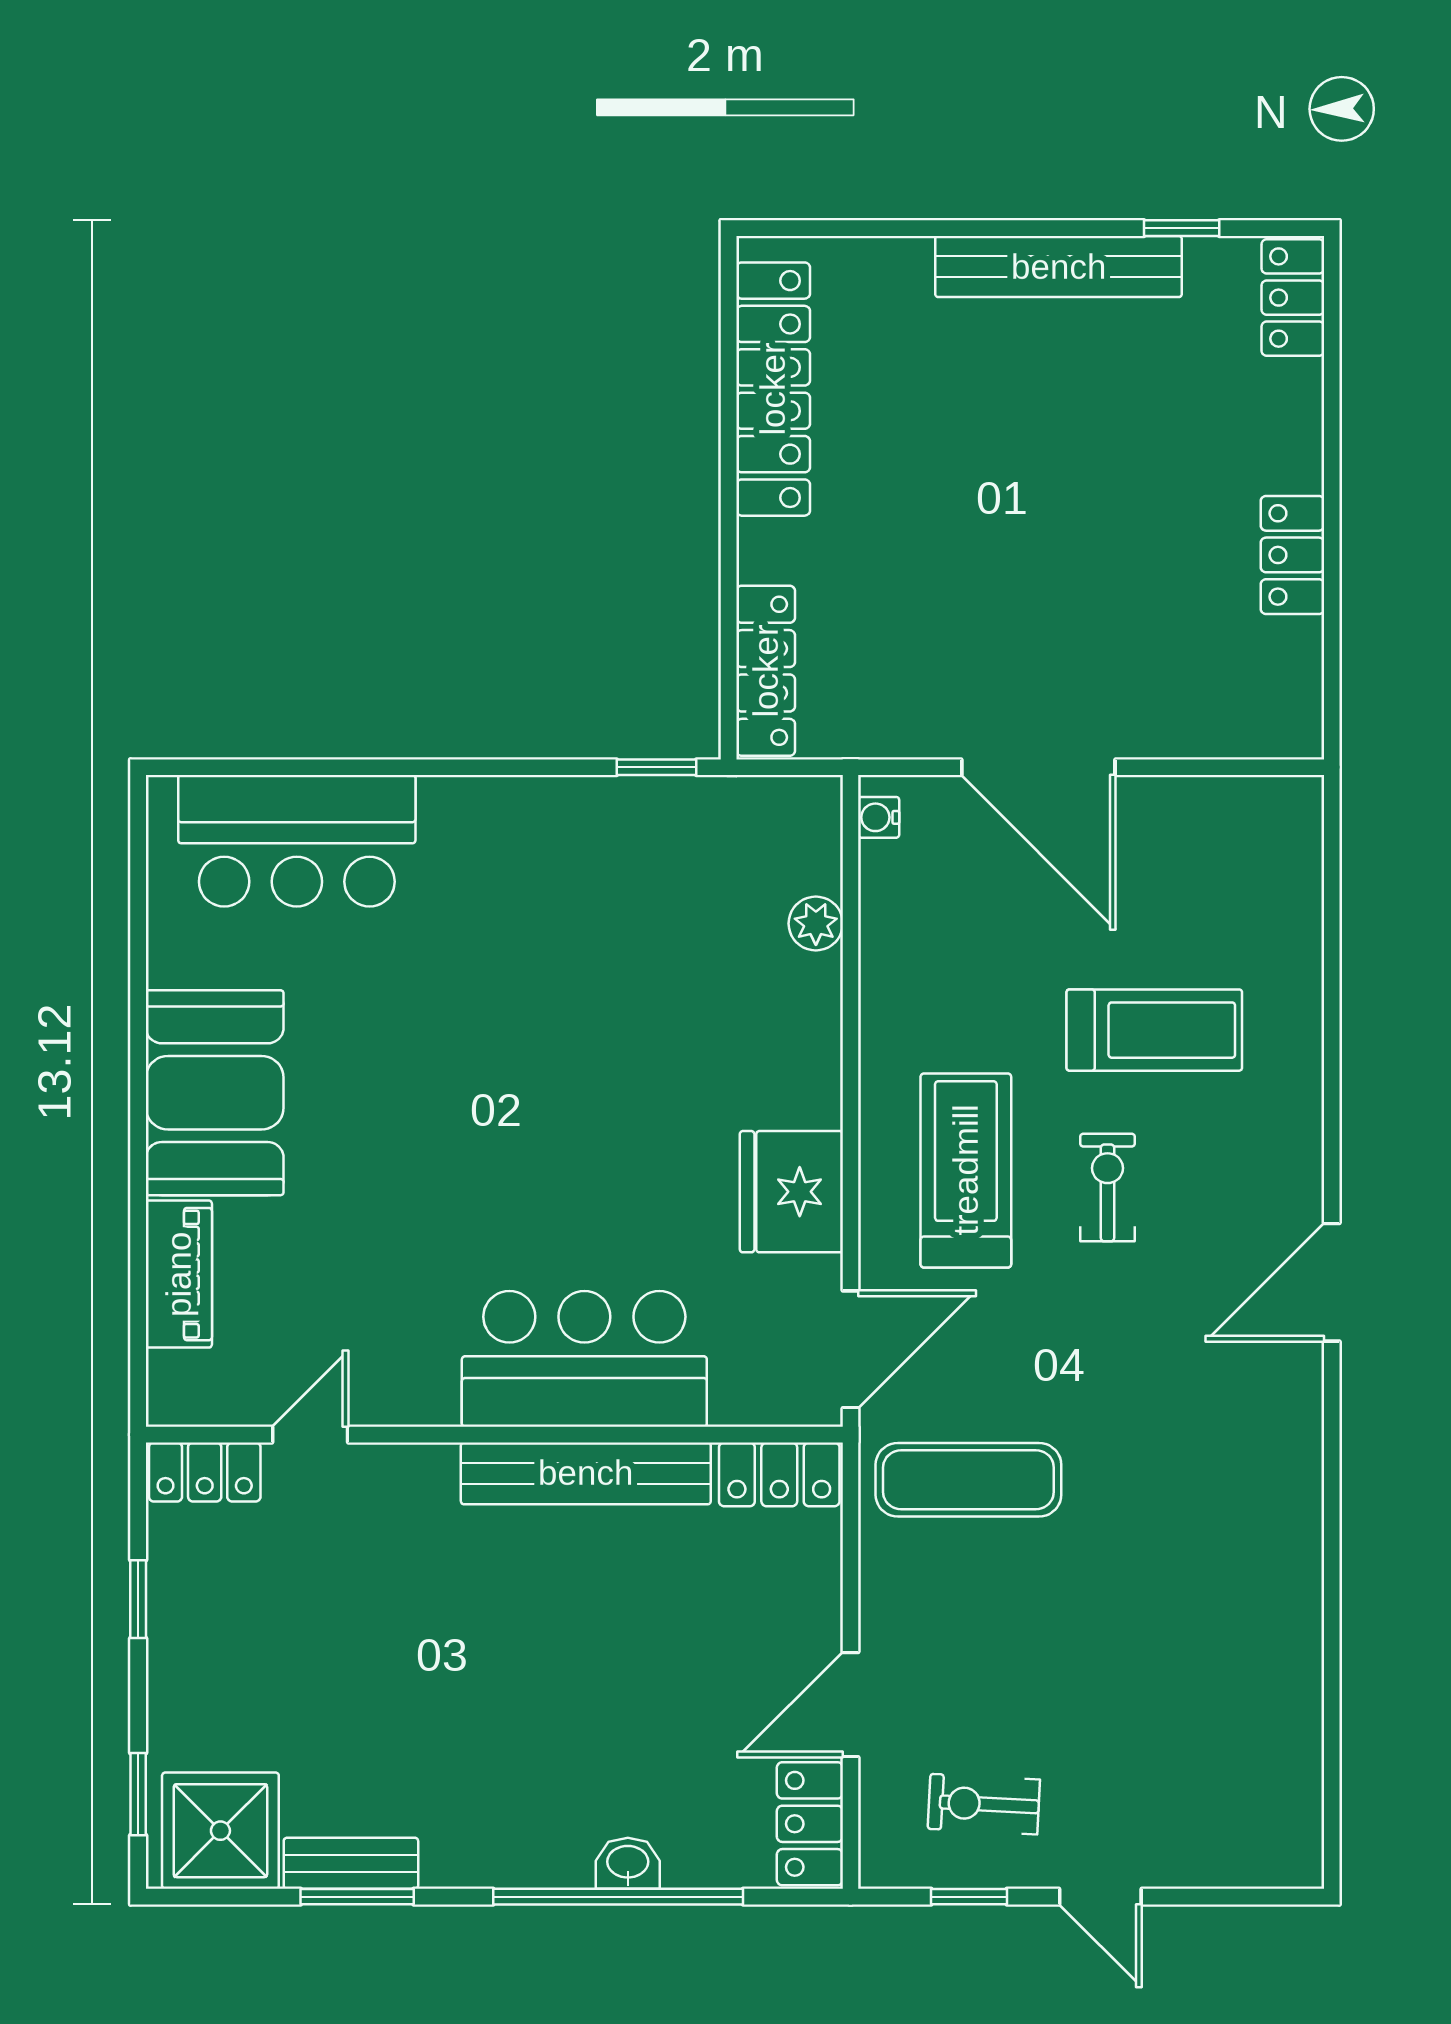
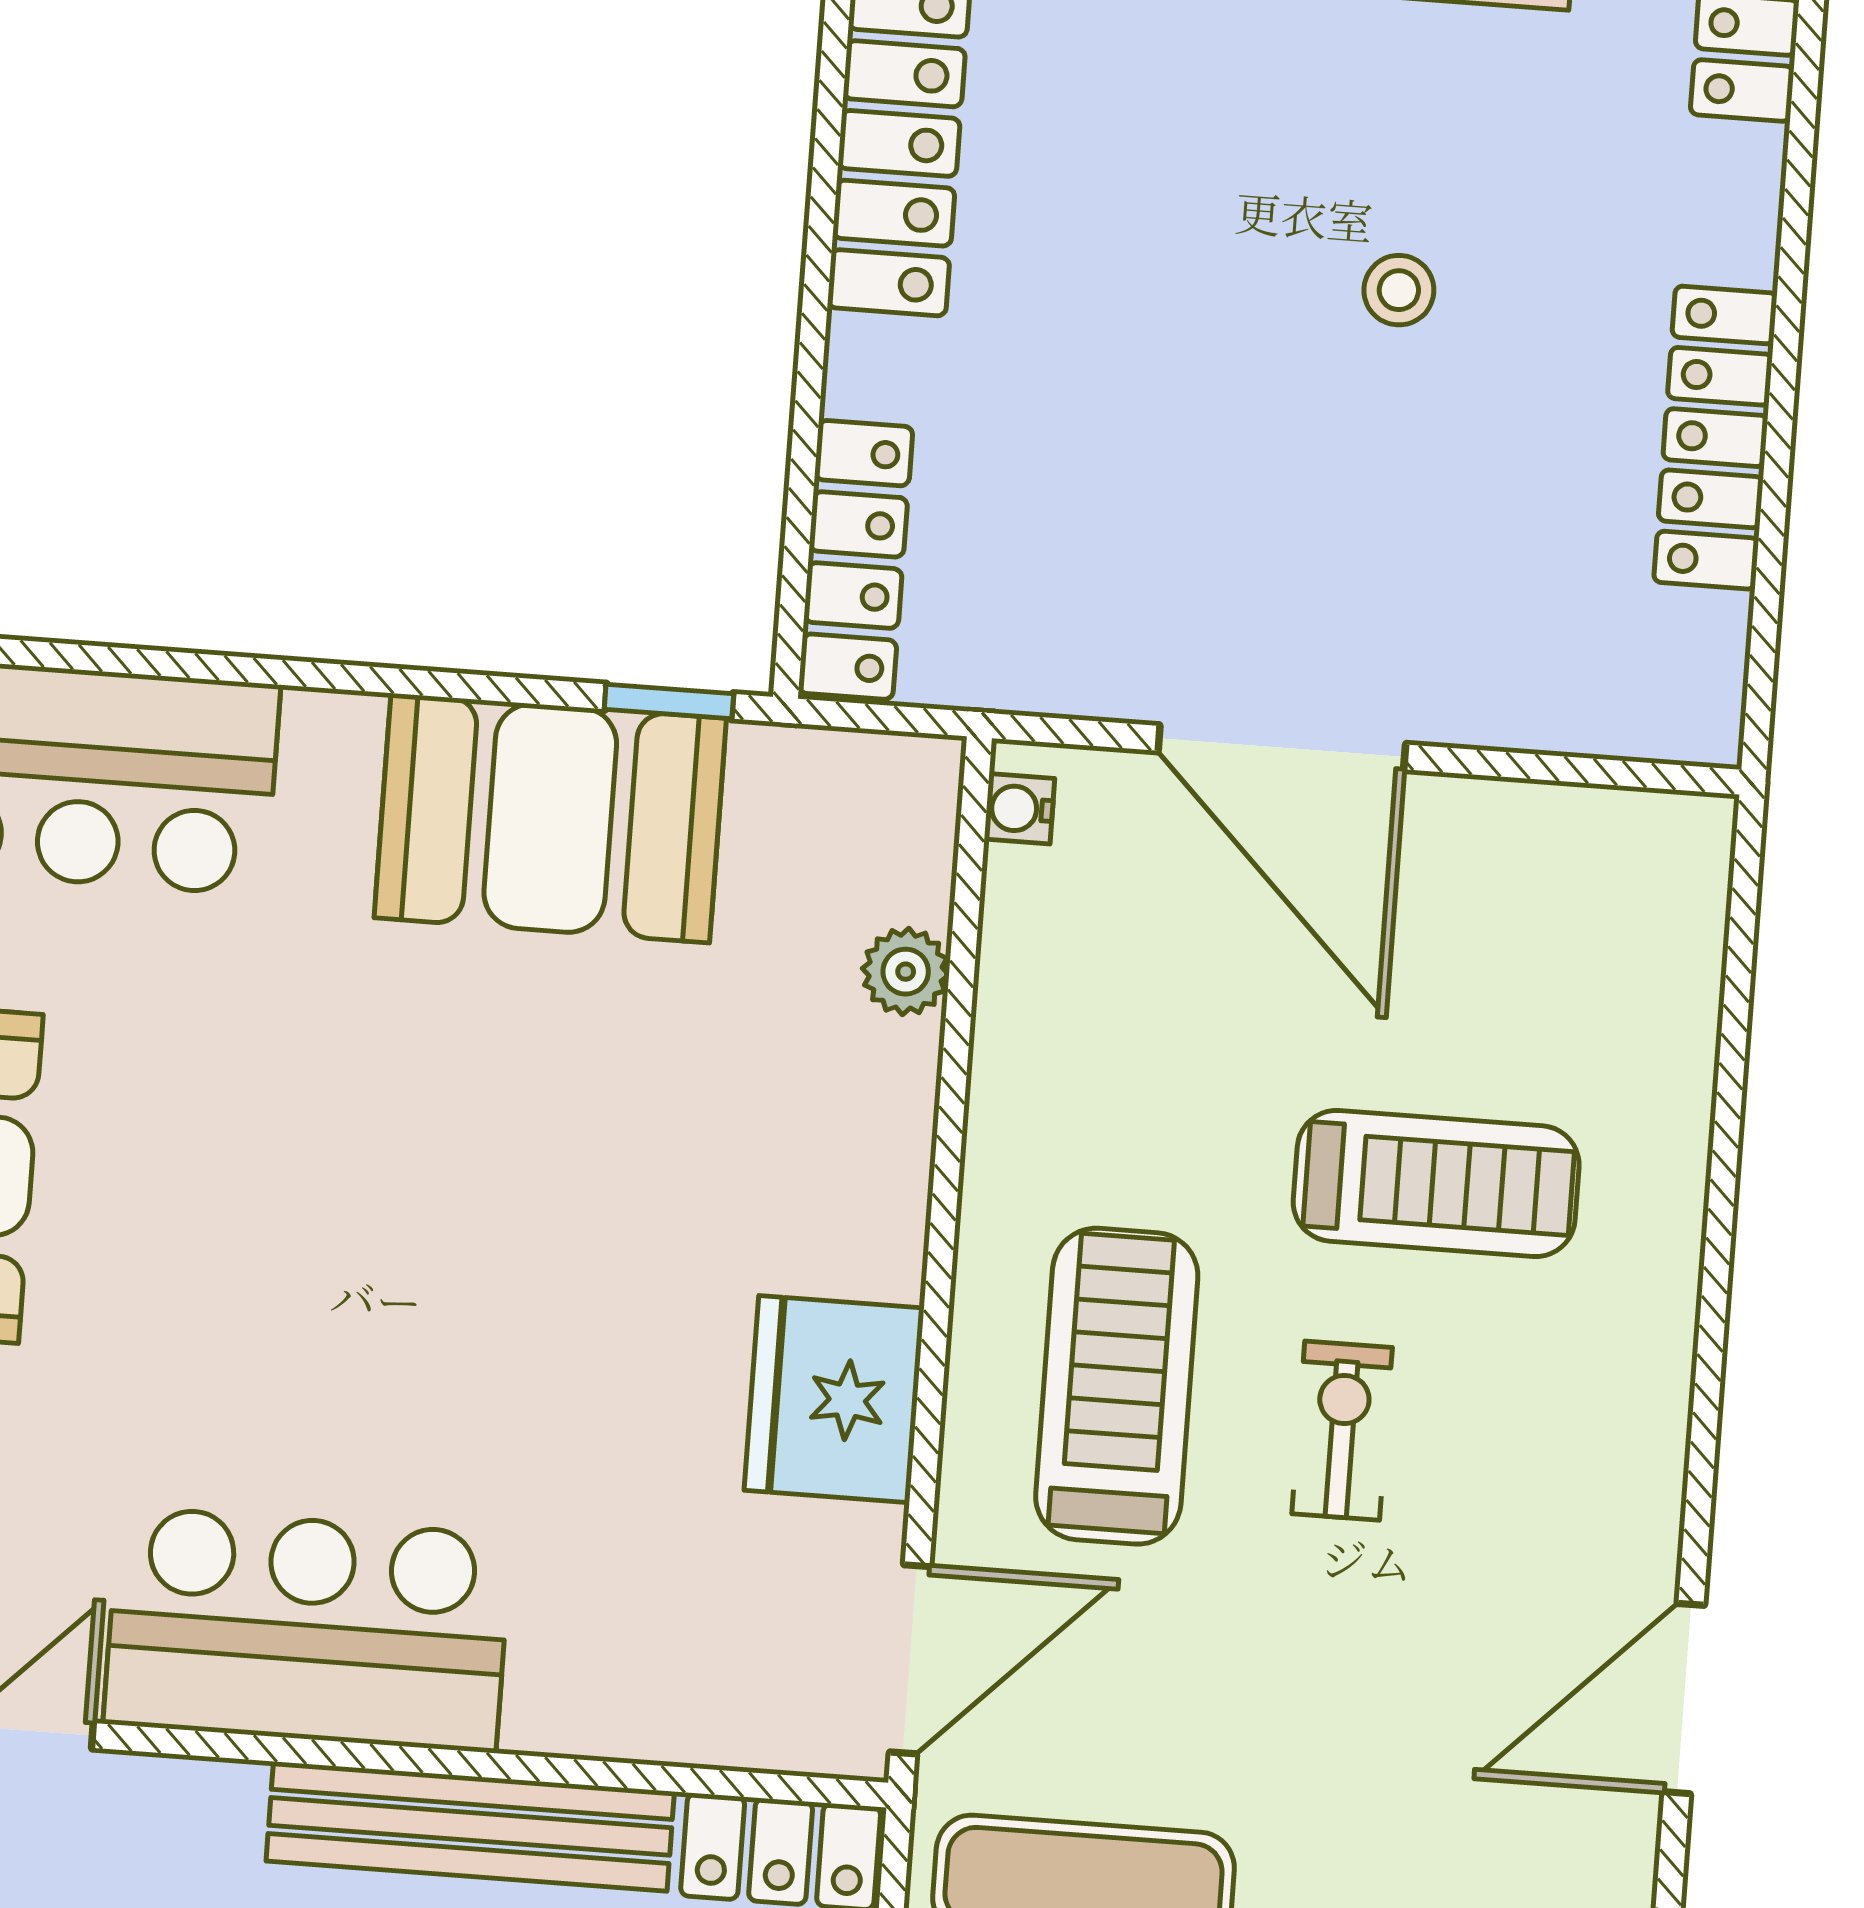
stool: (1090, 478) -> (1399, 290), added
locker: (1292, 555) -> (1715, 438), width x1.53
booth: (588, 845) -> (550, 818), added
door: (1332, 1282) -> (1684, 1699), moved
bar counter: (584, 1359) -> (307, 1629), moved

